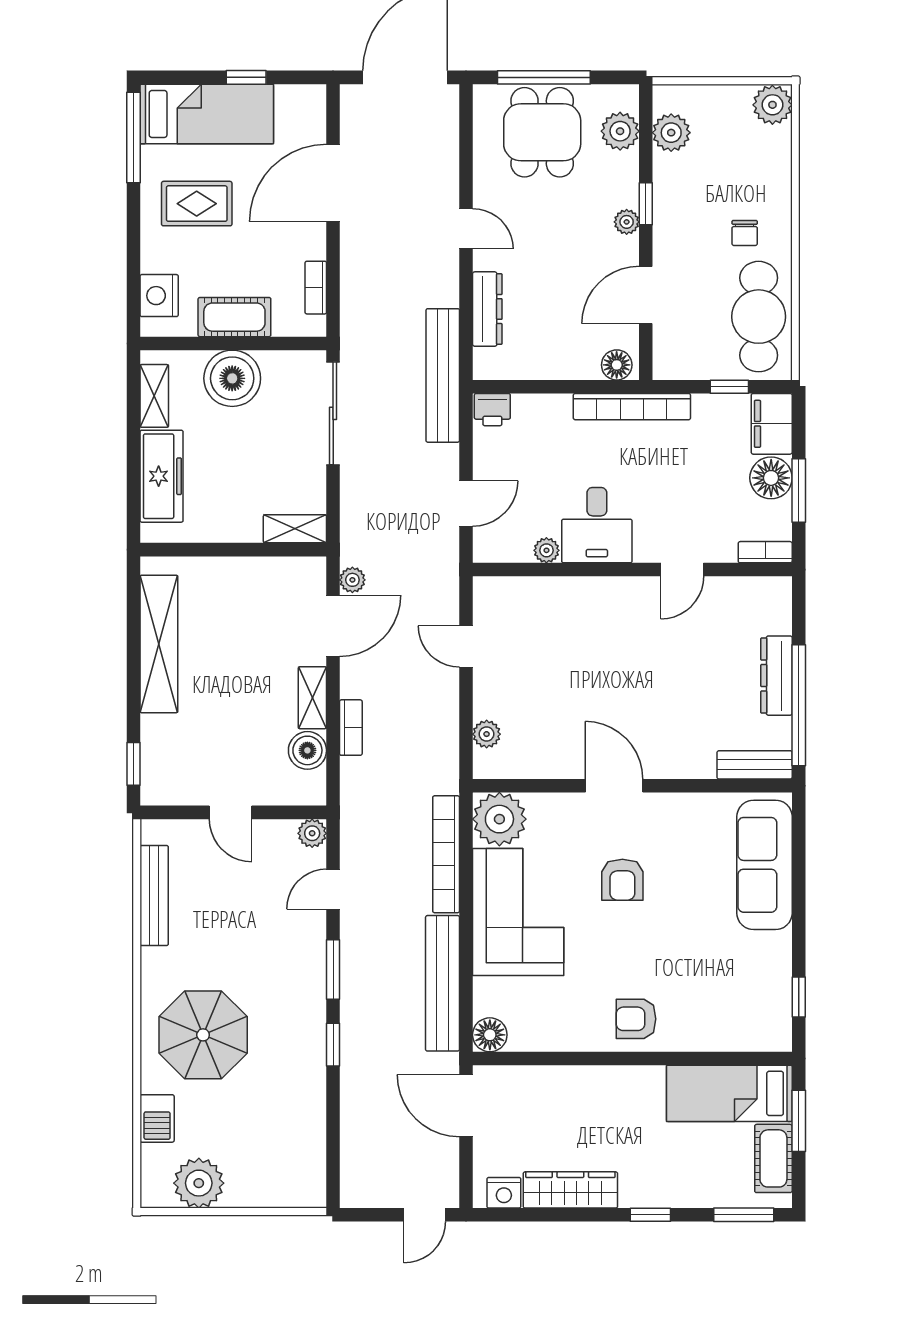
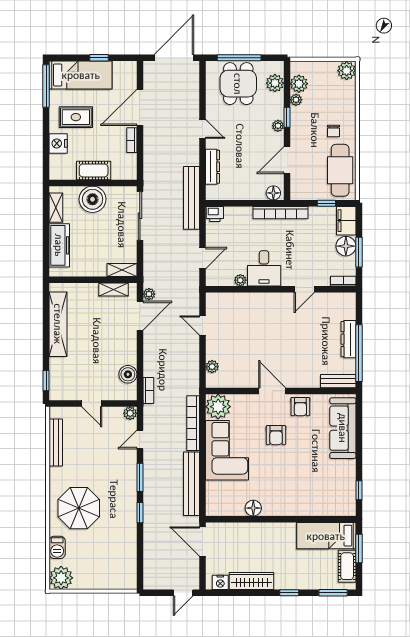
plant: (665, 167) -> (296, 100), added
bookcase: (316, 288) -> (132, 140), moved
nightstand: (159, 296) -> (58, 143), moved
shelving: (312, 698) -> (113, 290), moved, turned 90
bookcase: (351, 728) -> (148, 391), moved
armchair: (636, 1019) -> (300, 407), moved, turned -90
floor lamp: (490, 1035) -> (253, 508), moved
plant: (199, 1183) -> (61, 578), moved

